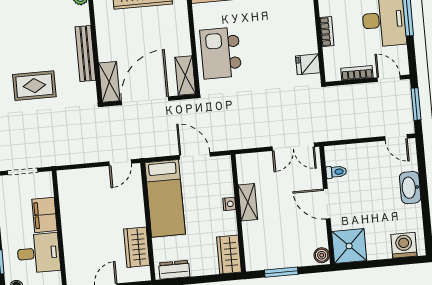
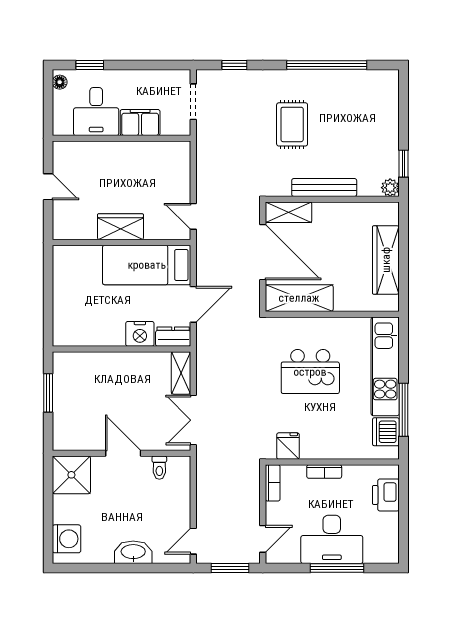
kitchen island: (221, 53) -> (310, 372), moved, turned 180
bookcase: (357, 73) -> (273, 483), moved
shelving: (185, 76) -> (299, 298), width x1.50, depth x1.33
shelving: (248, 202) -> (181, 373), moved, turned 90
nightstand: (229, 204) -> (140, 334), width x1.89, depth x1.79
door: (327, 204) -> (123, 453), hinge flipped
wardrobe: (137, 247) -> (120, 227), moved
wardrobe: (229, 254) -> (74, 334), removed
boiler: (322, 255) -> (64, 442), removed
dresser: (174, 270) -> (173, 337), moved, turned -90

